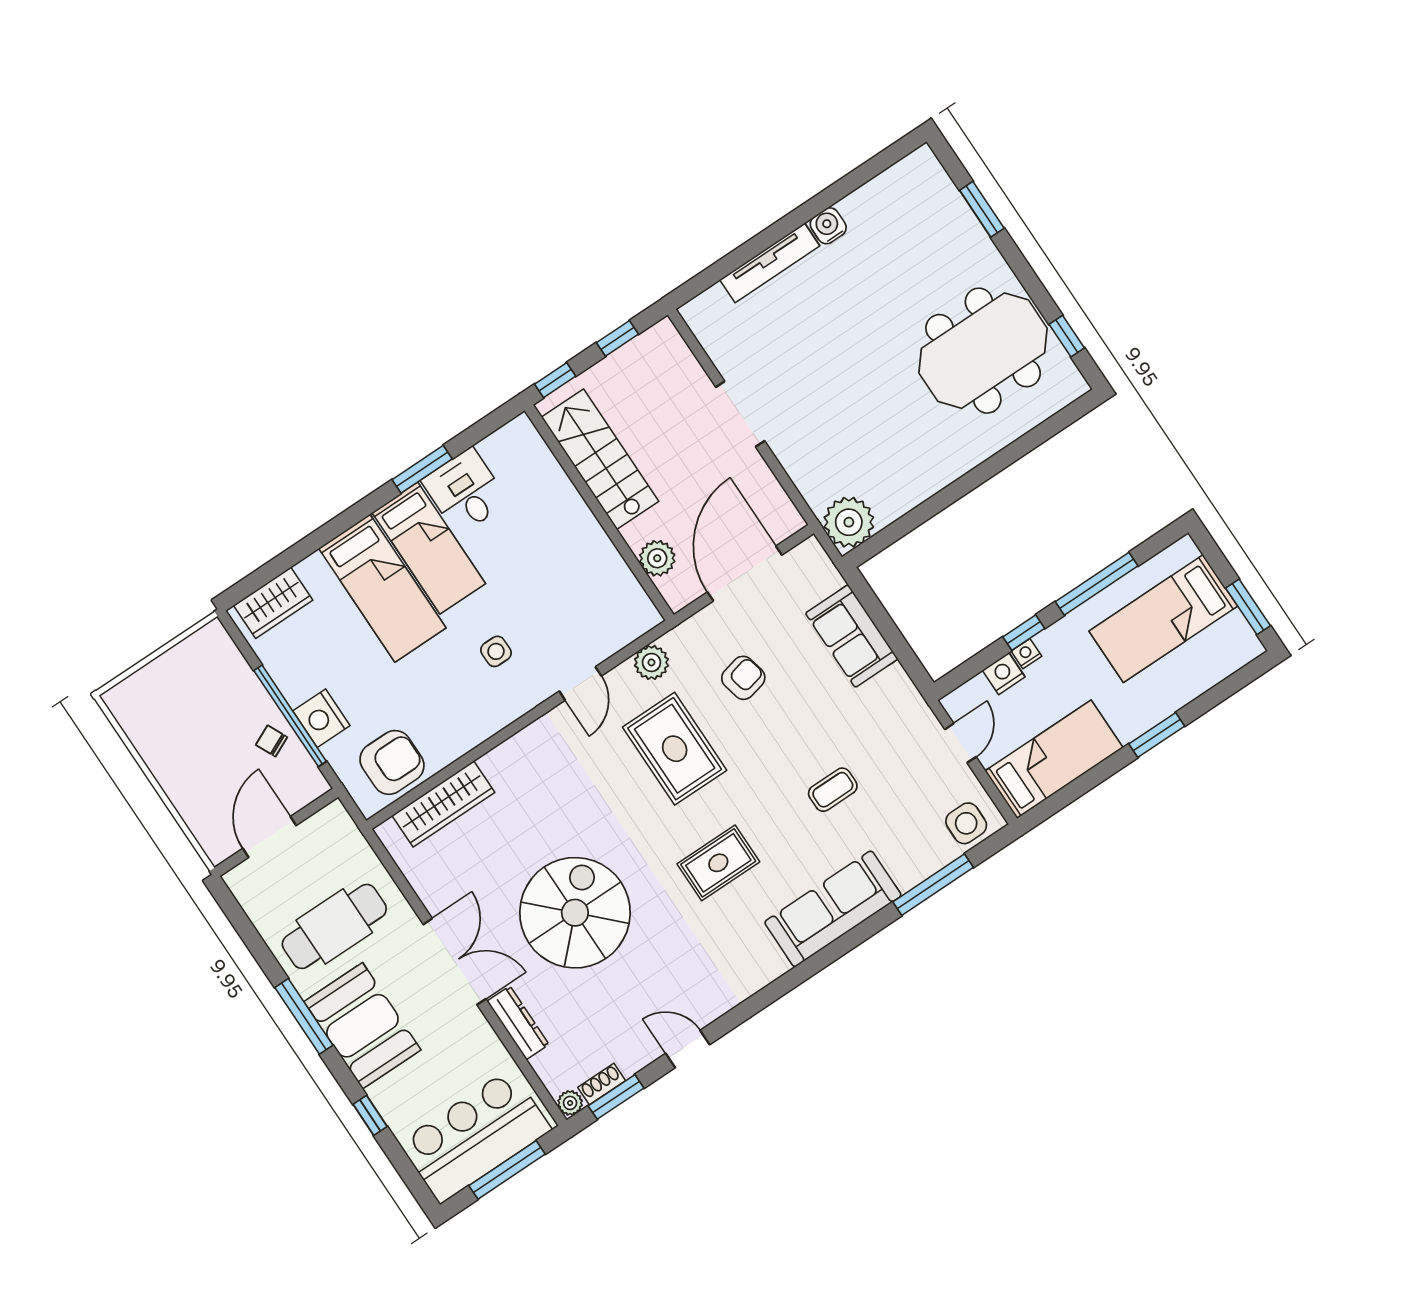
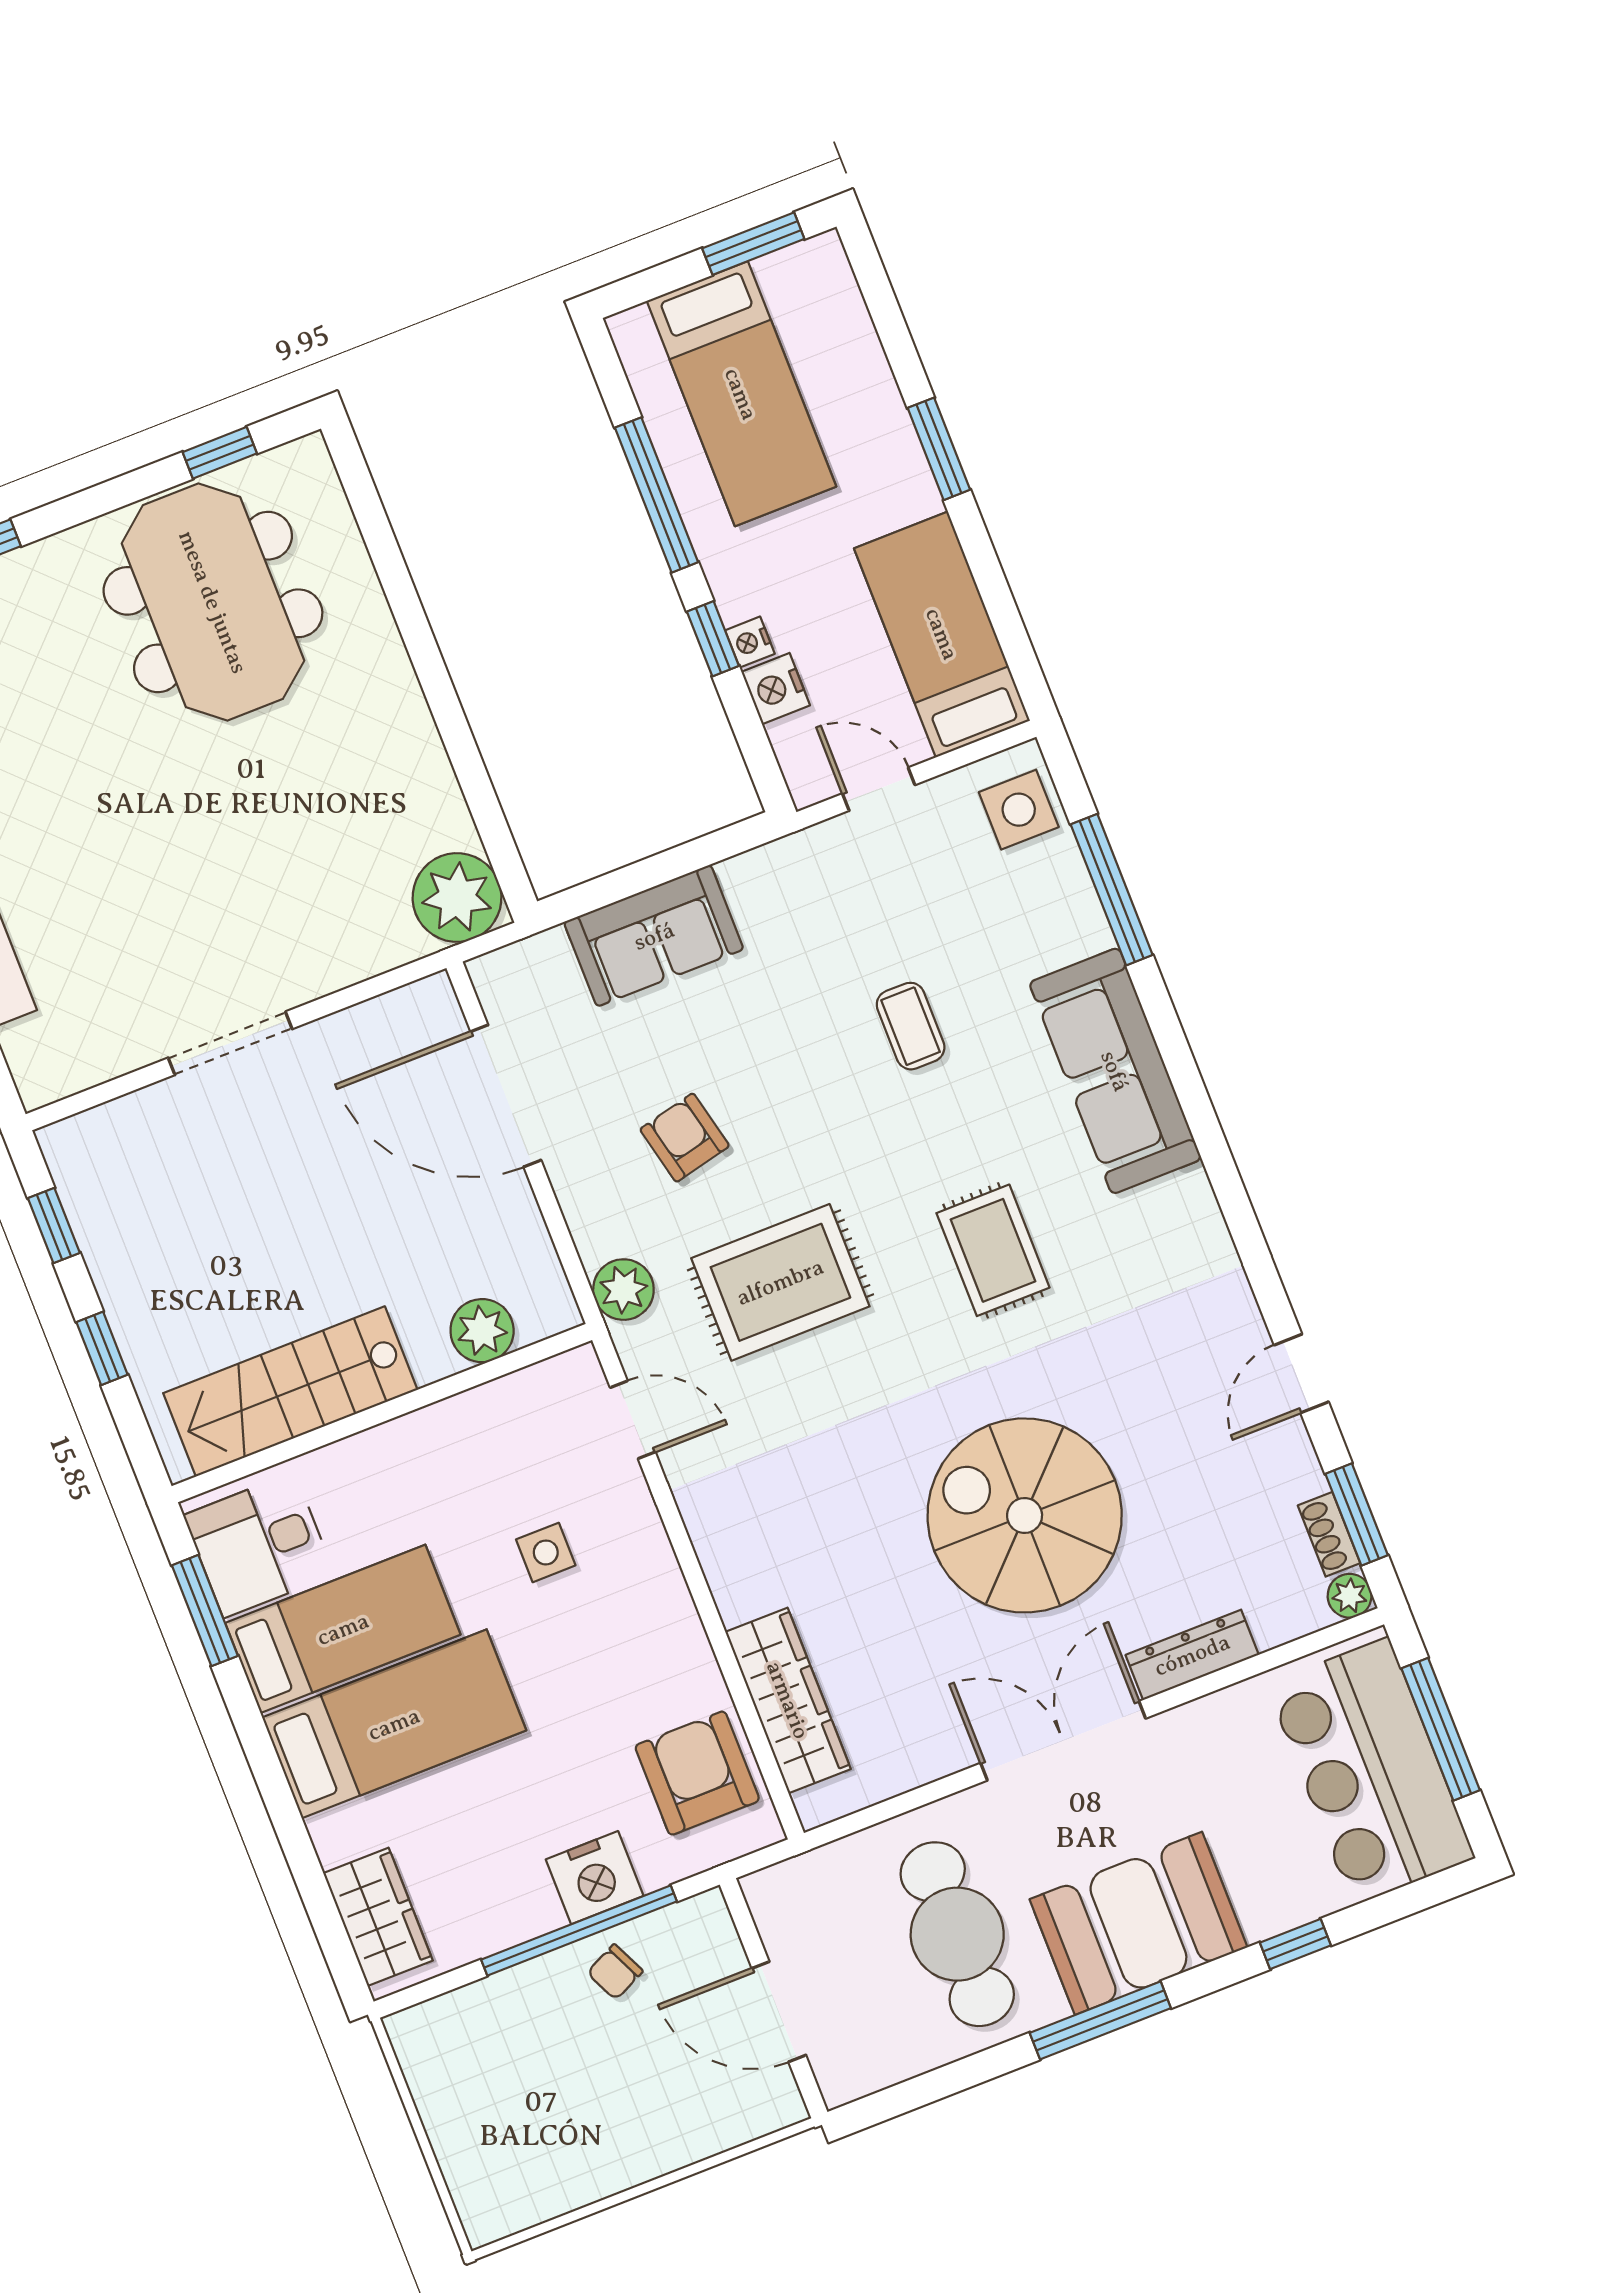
stairs: (600, 459) -> (290, 1391), moved
wall: (599, 513) -> (382, 1413), moved
plant: (657, 558) -> (482, 1331), moved

